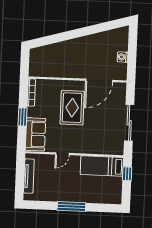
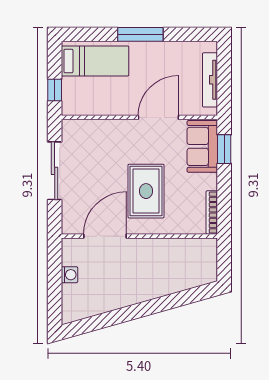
window: (22, 117) -> (224, 149), moved
door: (62, 154) -> (158, 117), width x1.88
bed: (102, 166) -> (95, 61), moved

